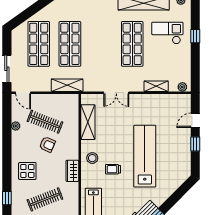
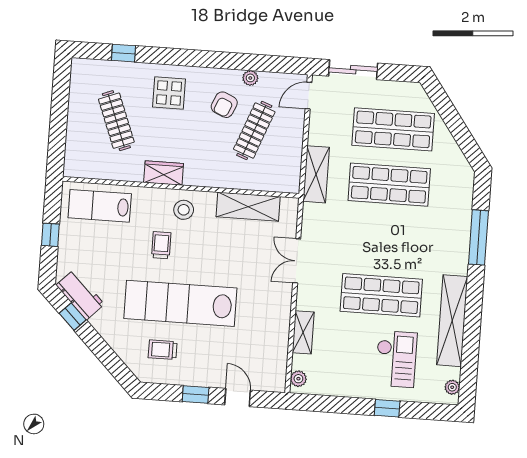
armchair: (47, 144) -> (224, 105), moved
lab bench: (145, 156) -> (180, 303), turned 180
trolley: (171, 164) -> (163, 350), added

